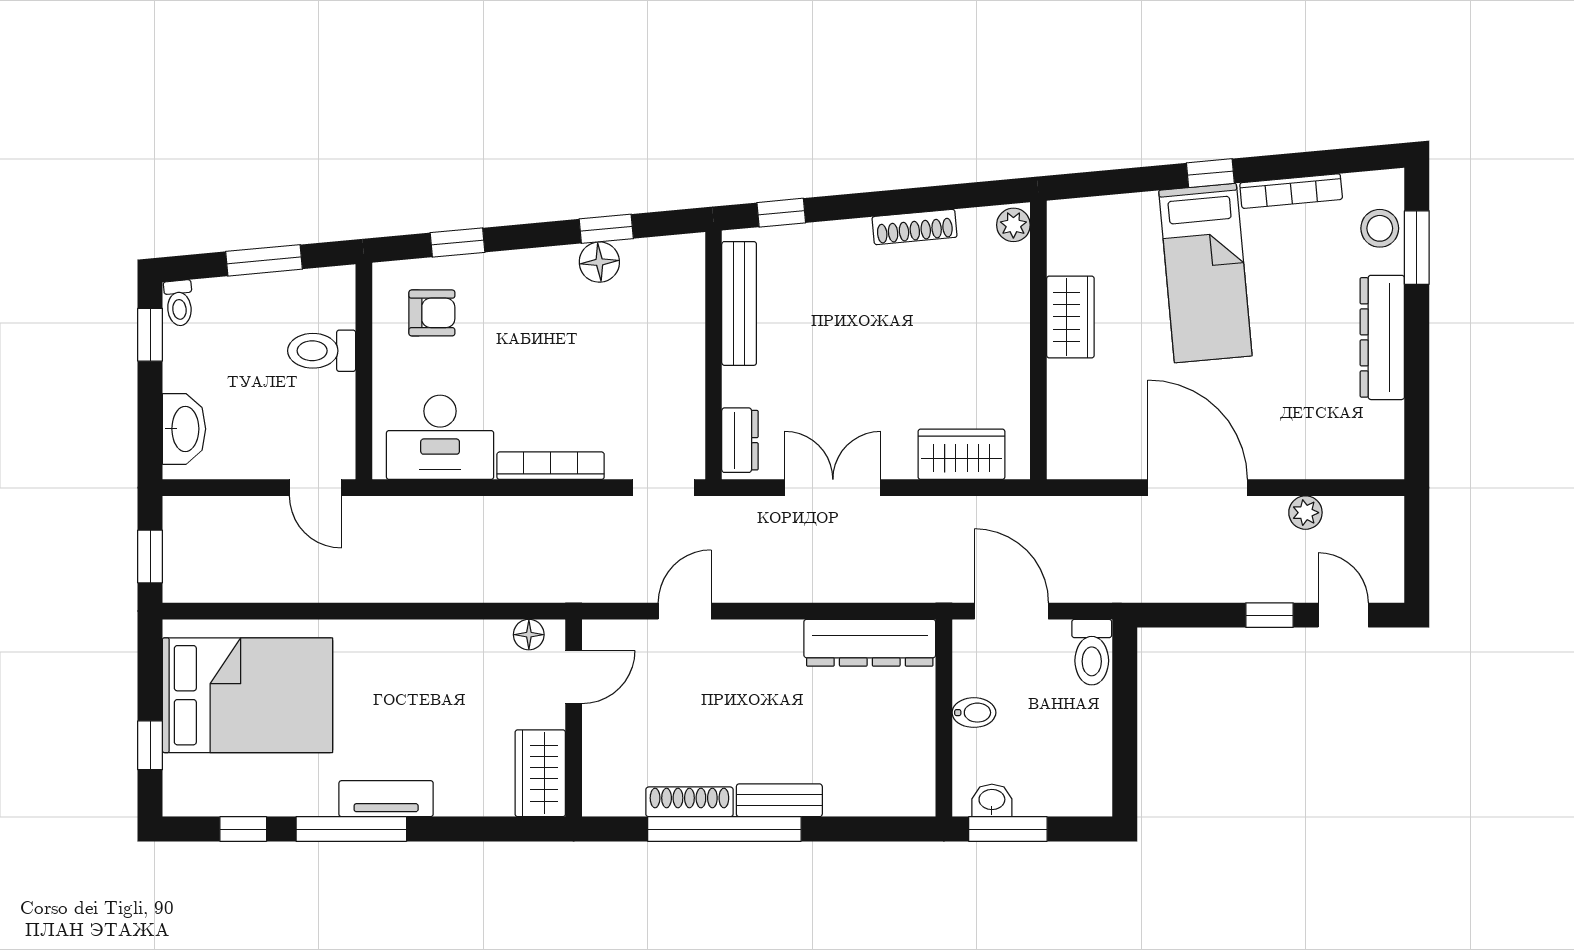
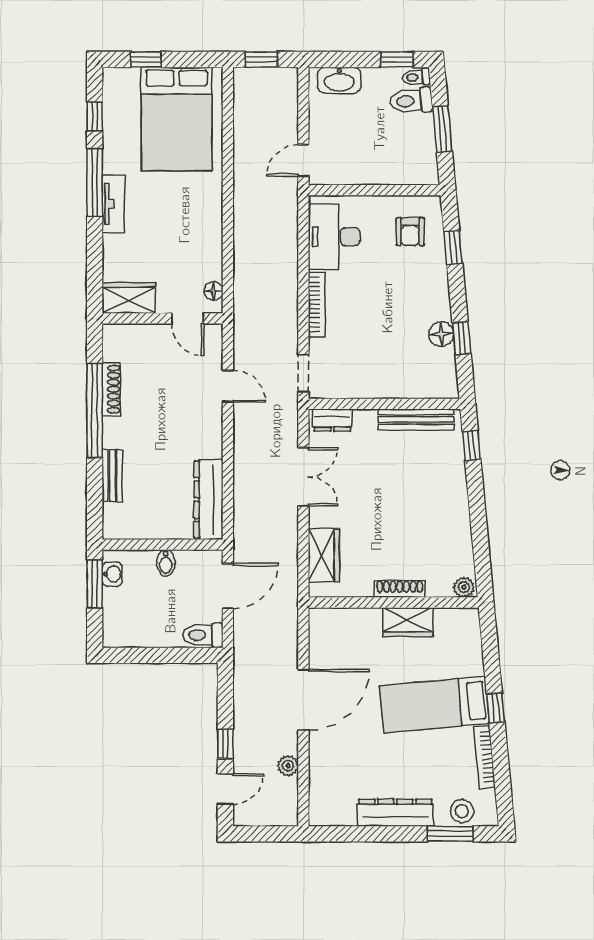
shoe rack: (915, 227) -> (400, 589), moved, turned 95
toilet: (322, 351) -> (411, 101), moved, turned -95
bench: (779, 800) -> (112, 476), moved

